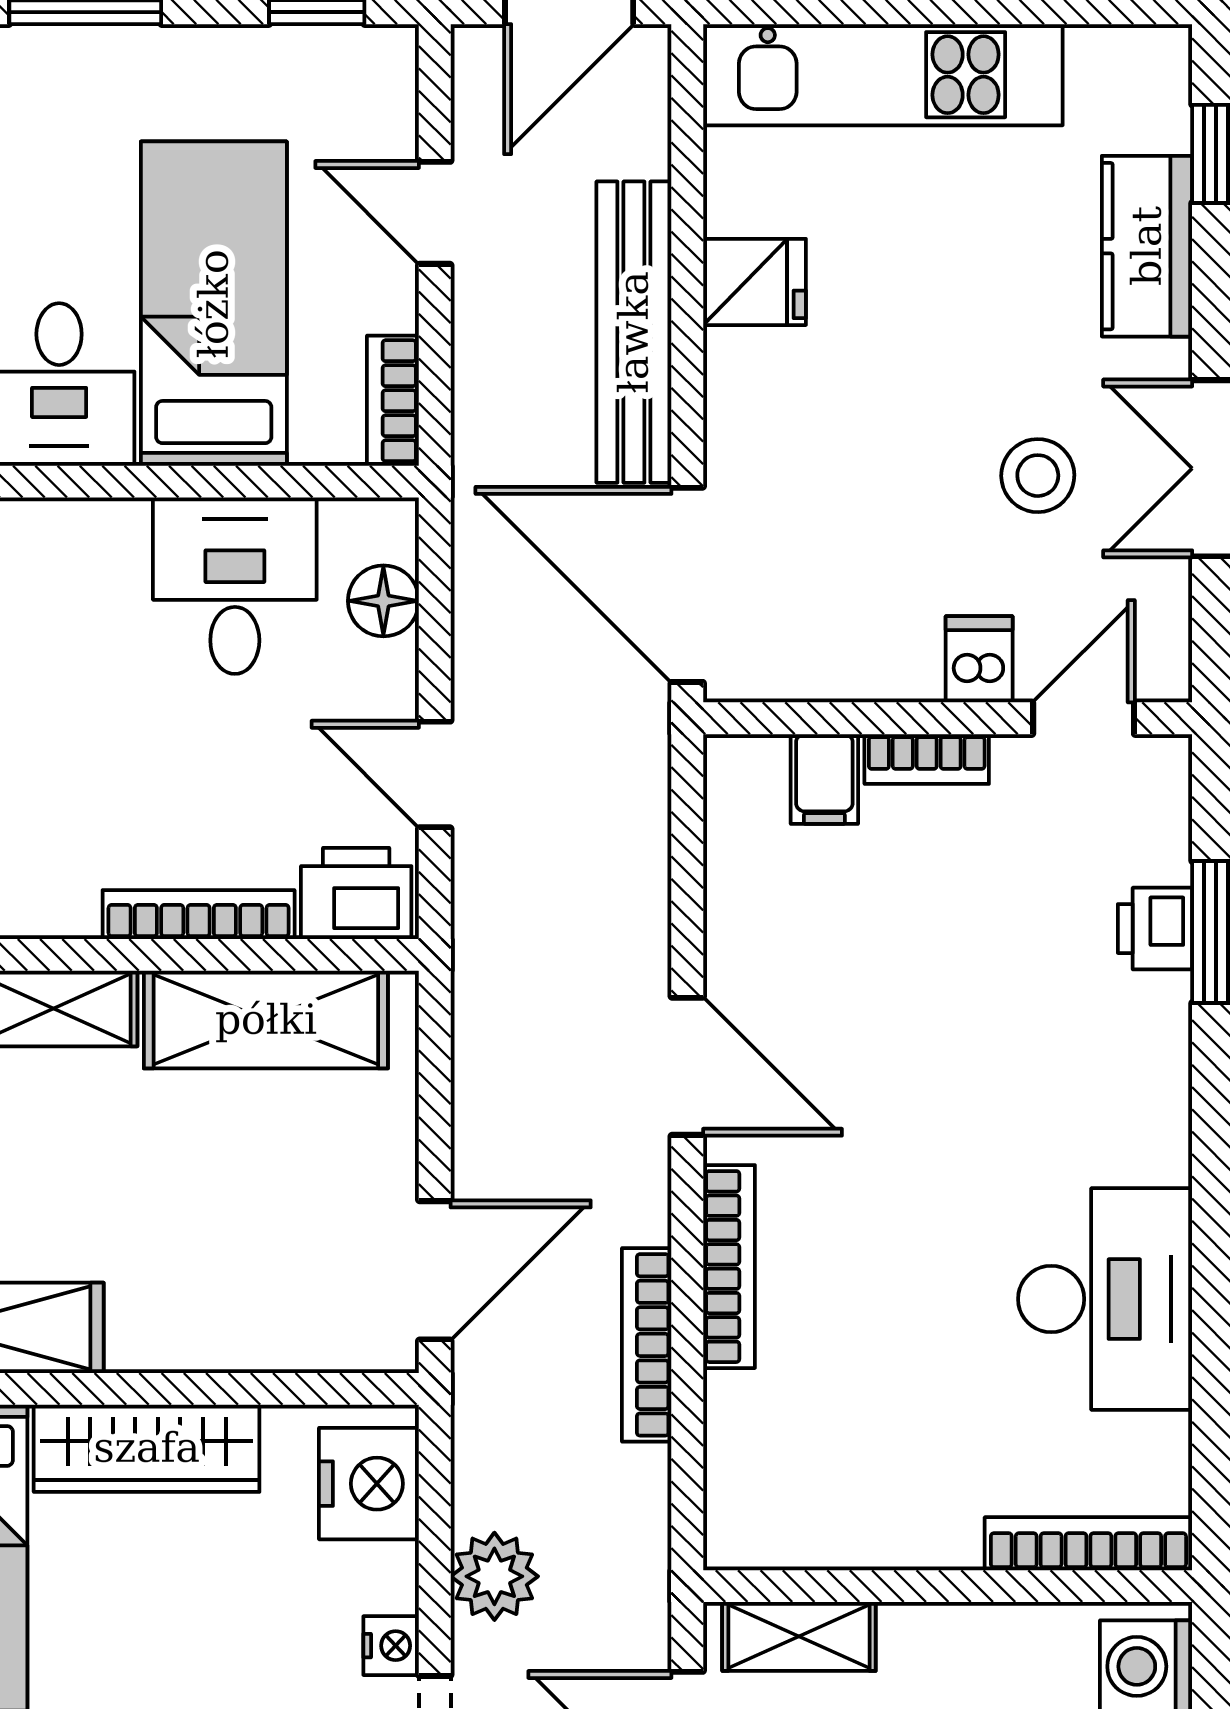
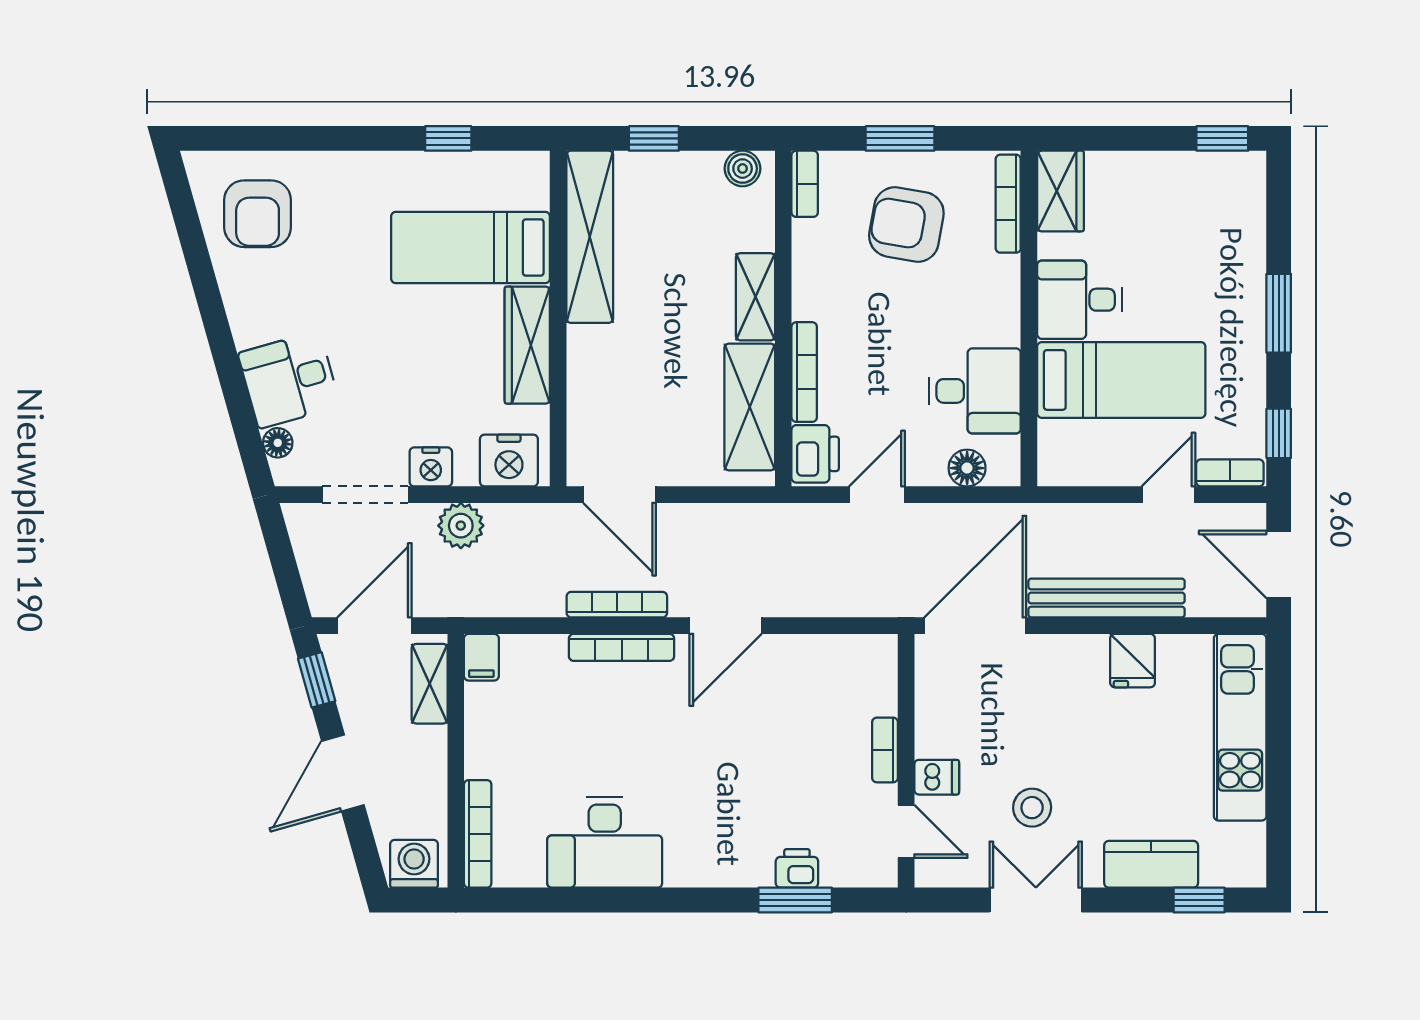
bookcase: (393, 401) -> (1230, 473), moved
filing cabinet: (824, 779) -> (481, 657), moved, turned -90
bookcase: (647, 1345) -> (617, 605), moved
nightstand: (391, 1646) -> (431, 467), width x1.39, depth x1.35

